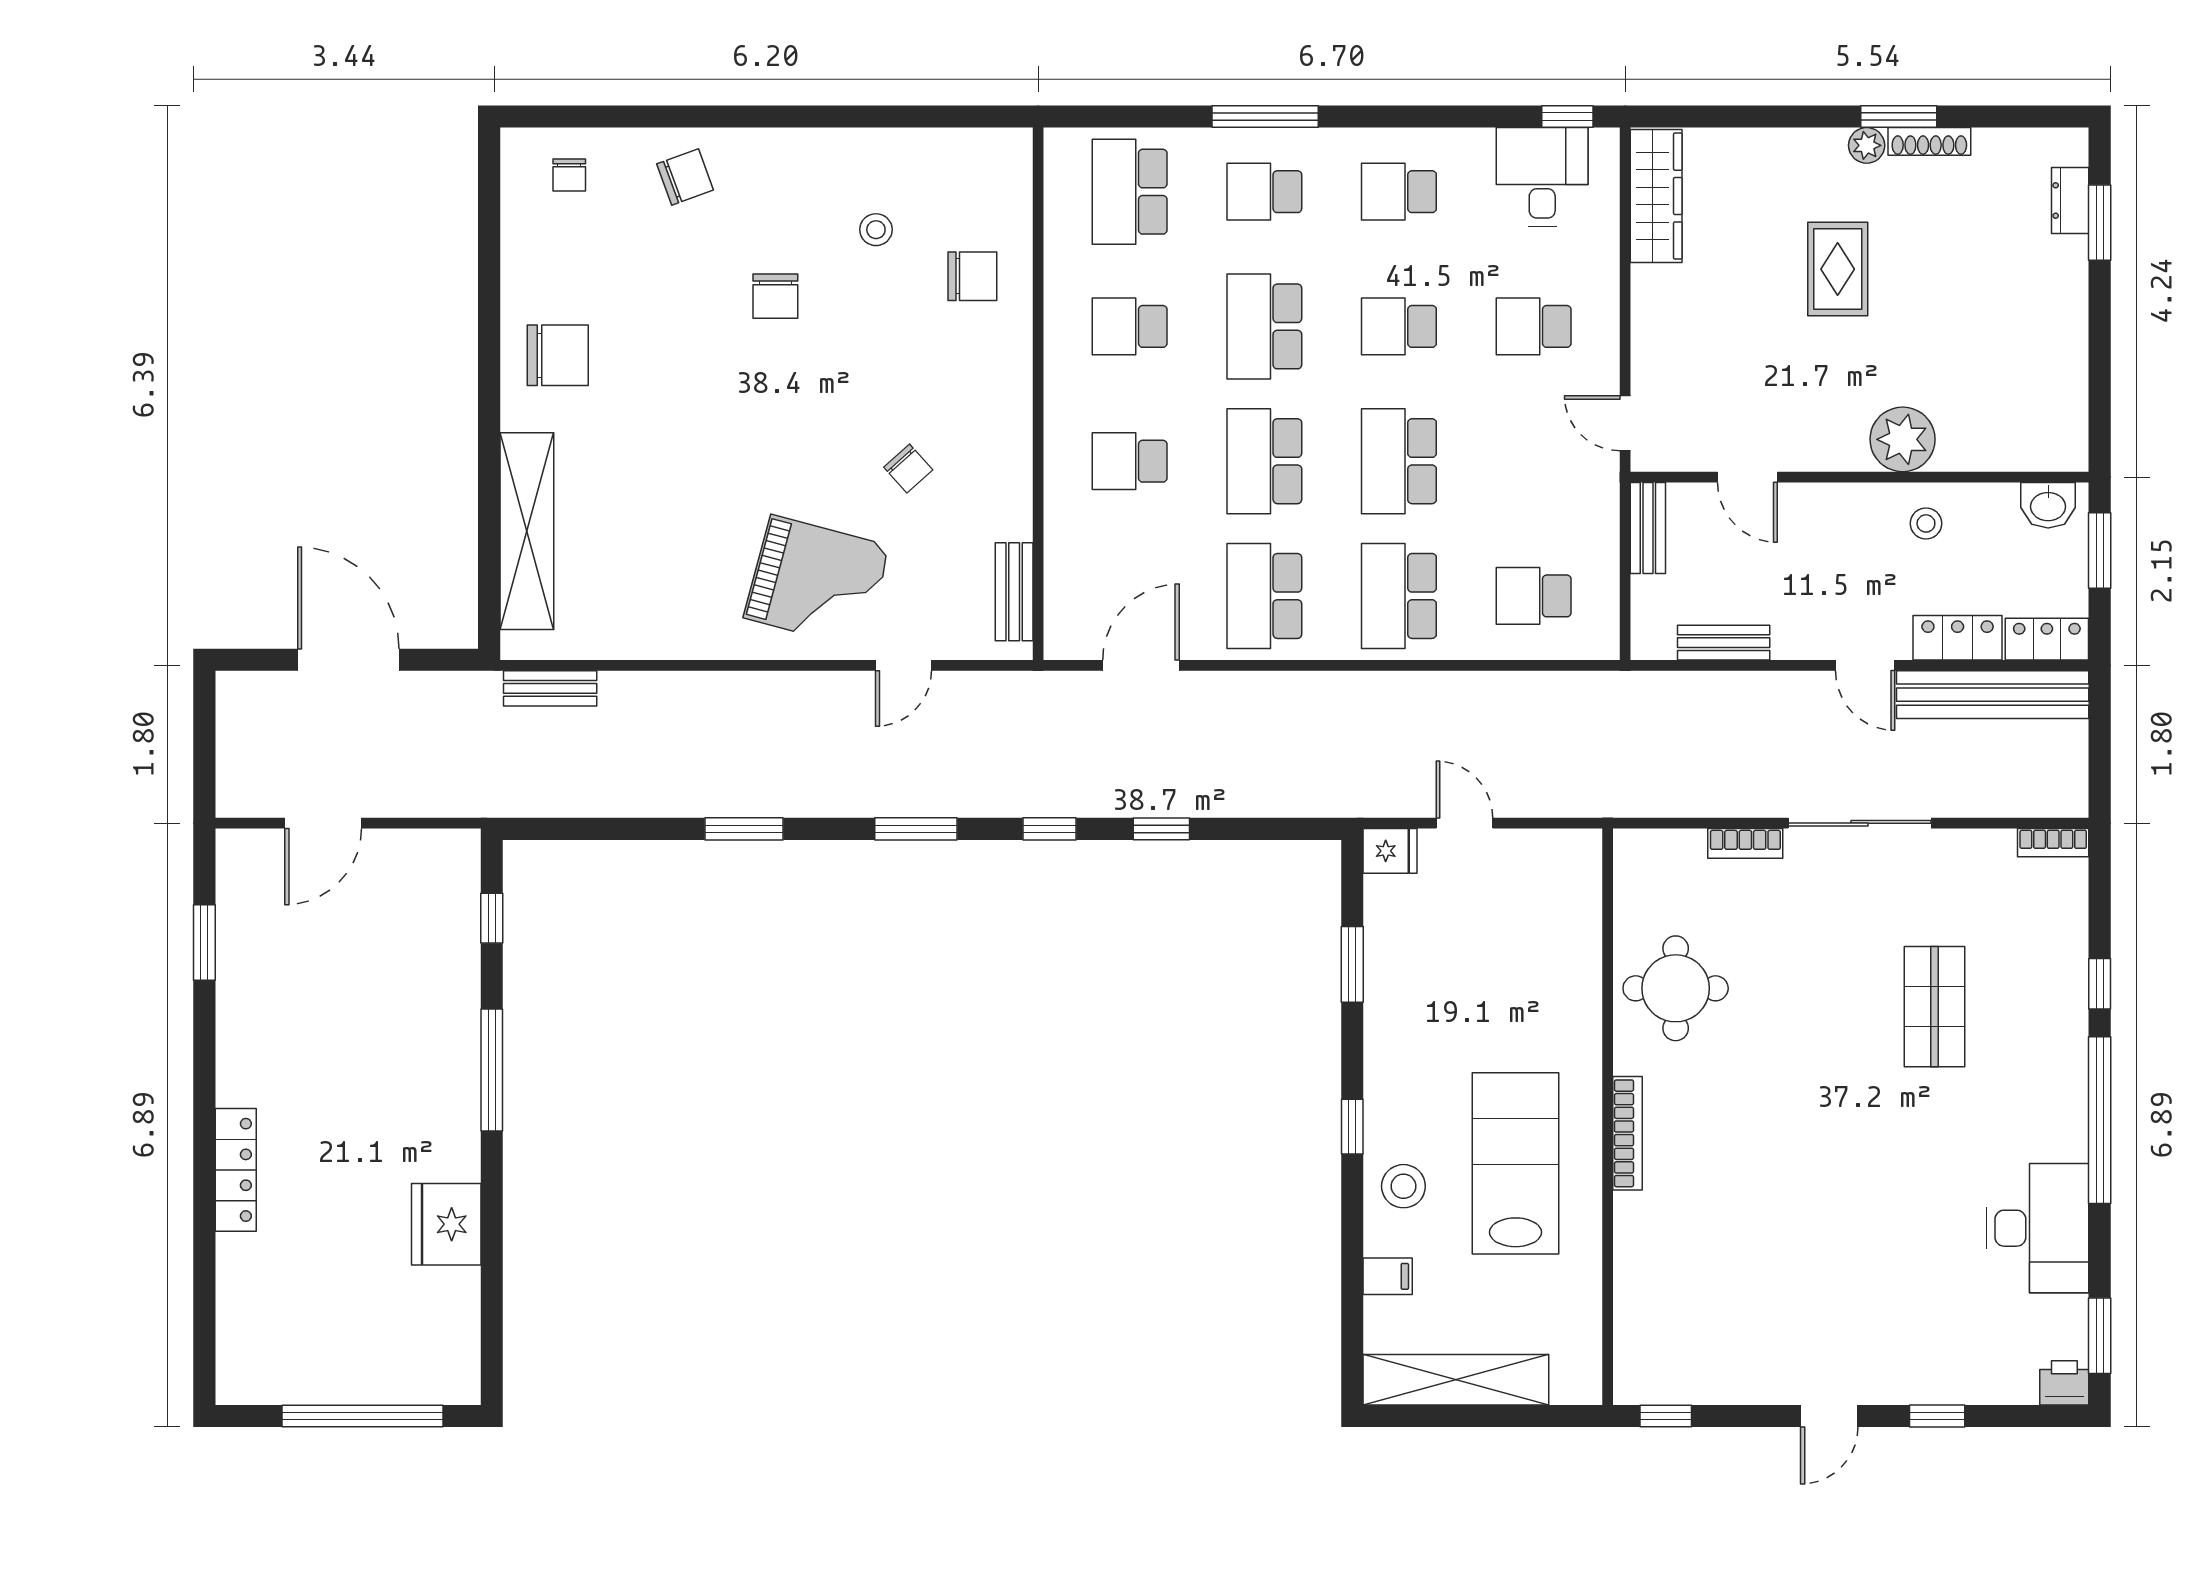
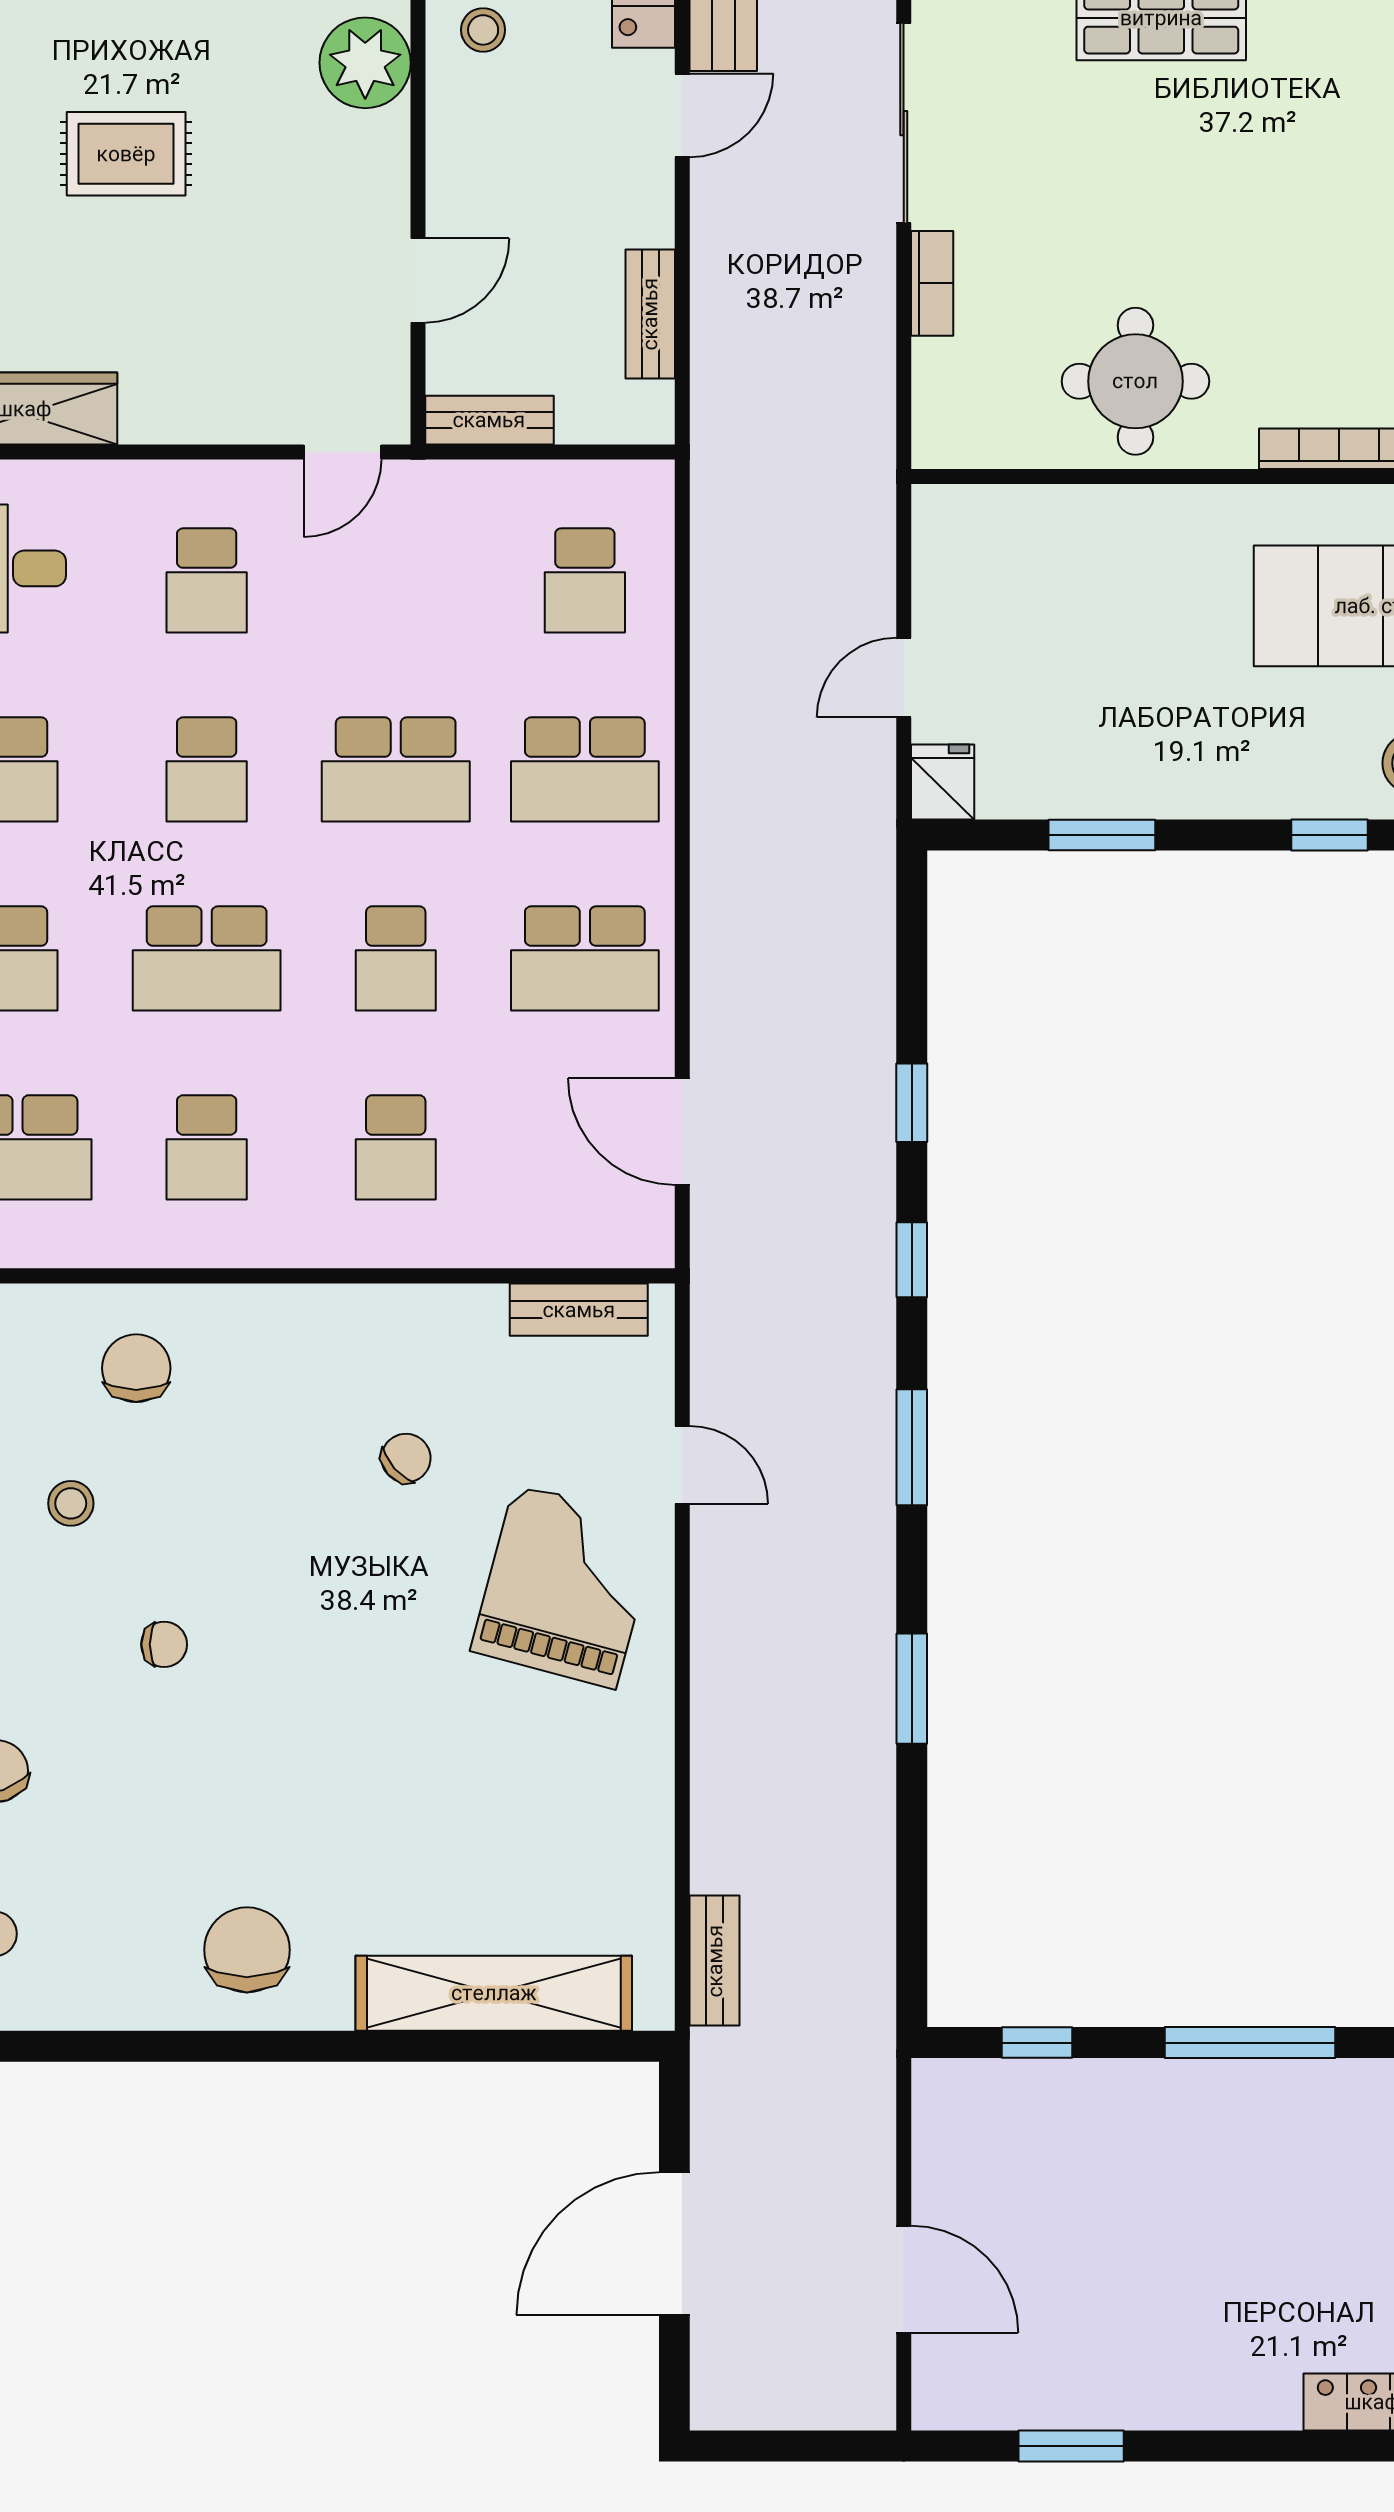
chair: (775, 296) -> (164, 1644), width x0.73, depth x0.73
school desk: (1264, 461) -> (396, 958), width x0.54

